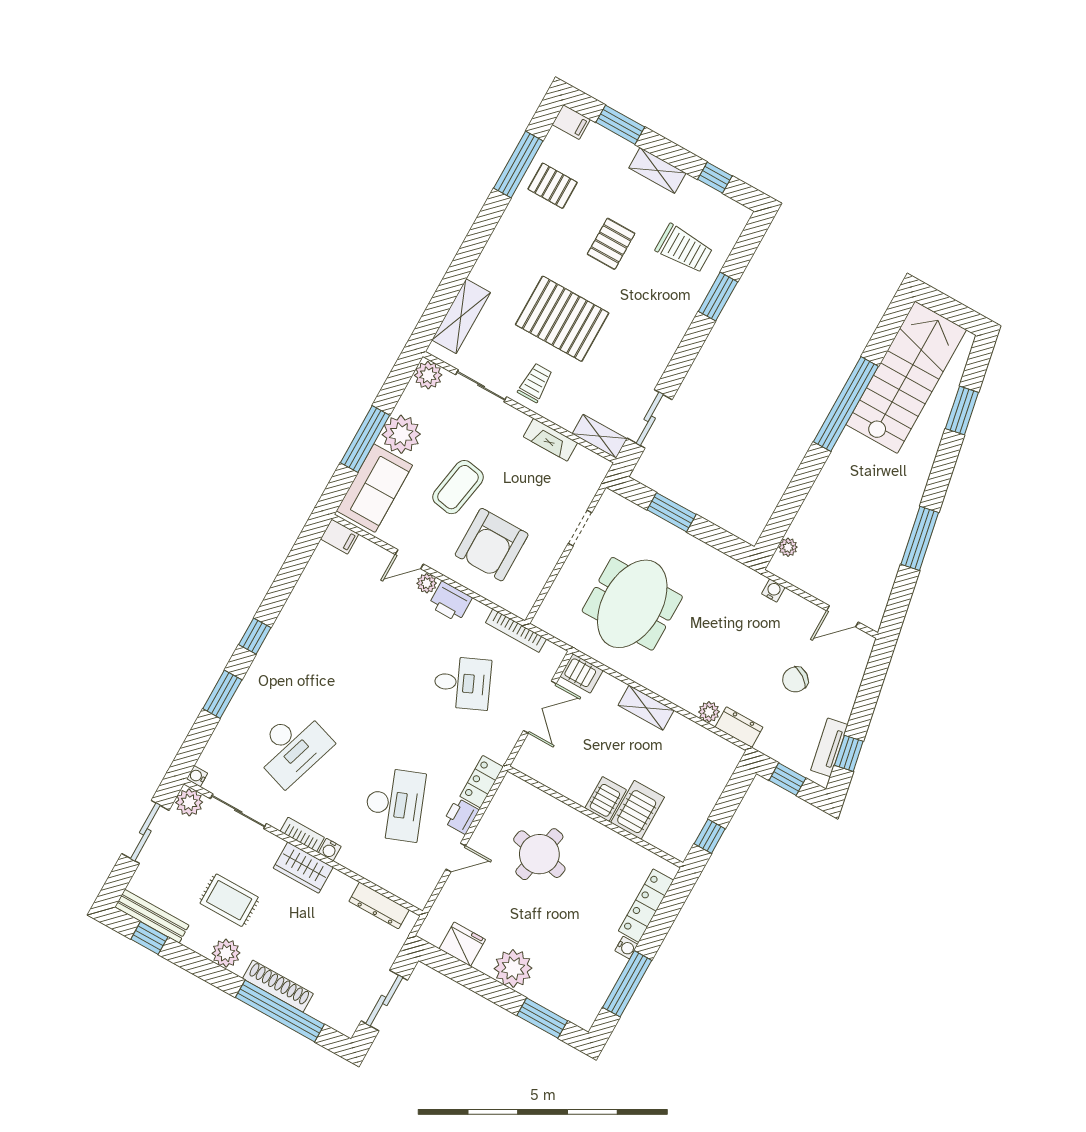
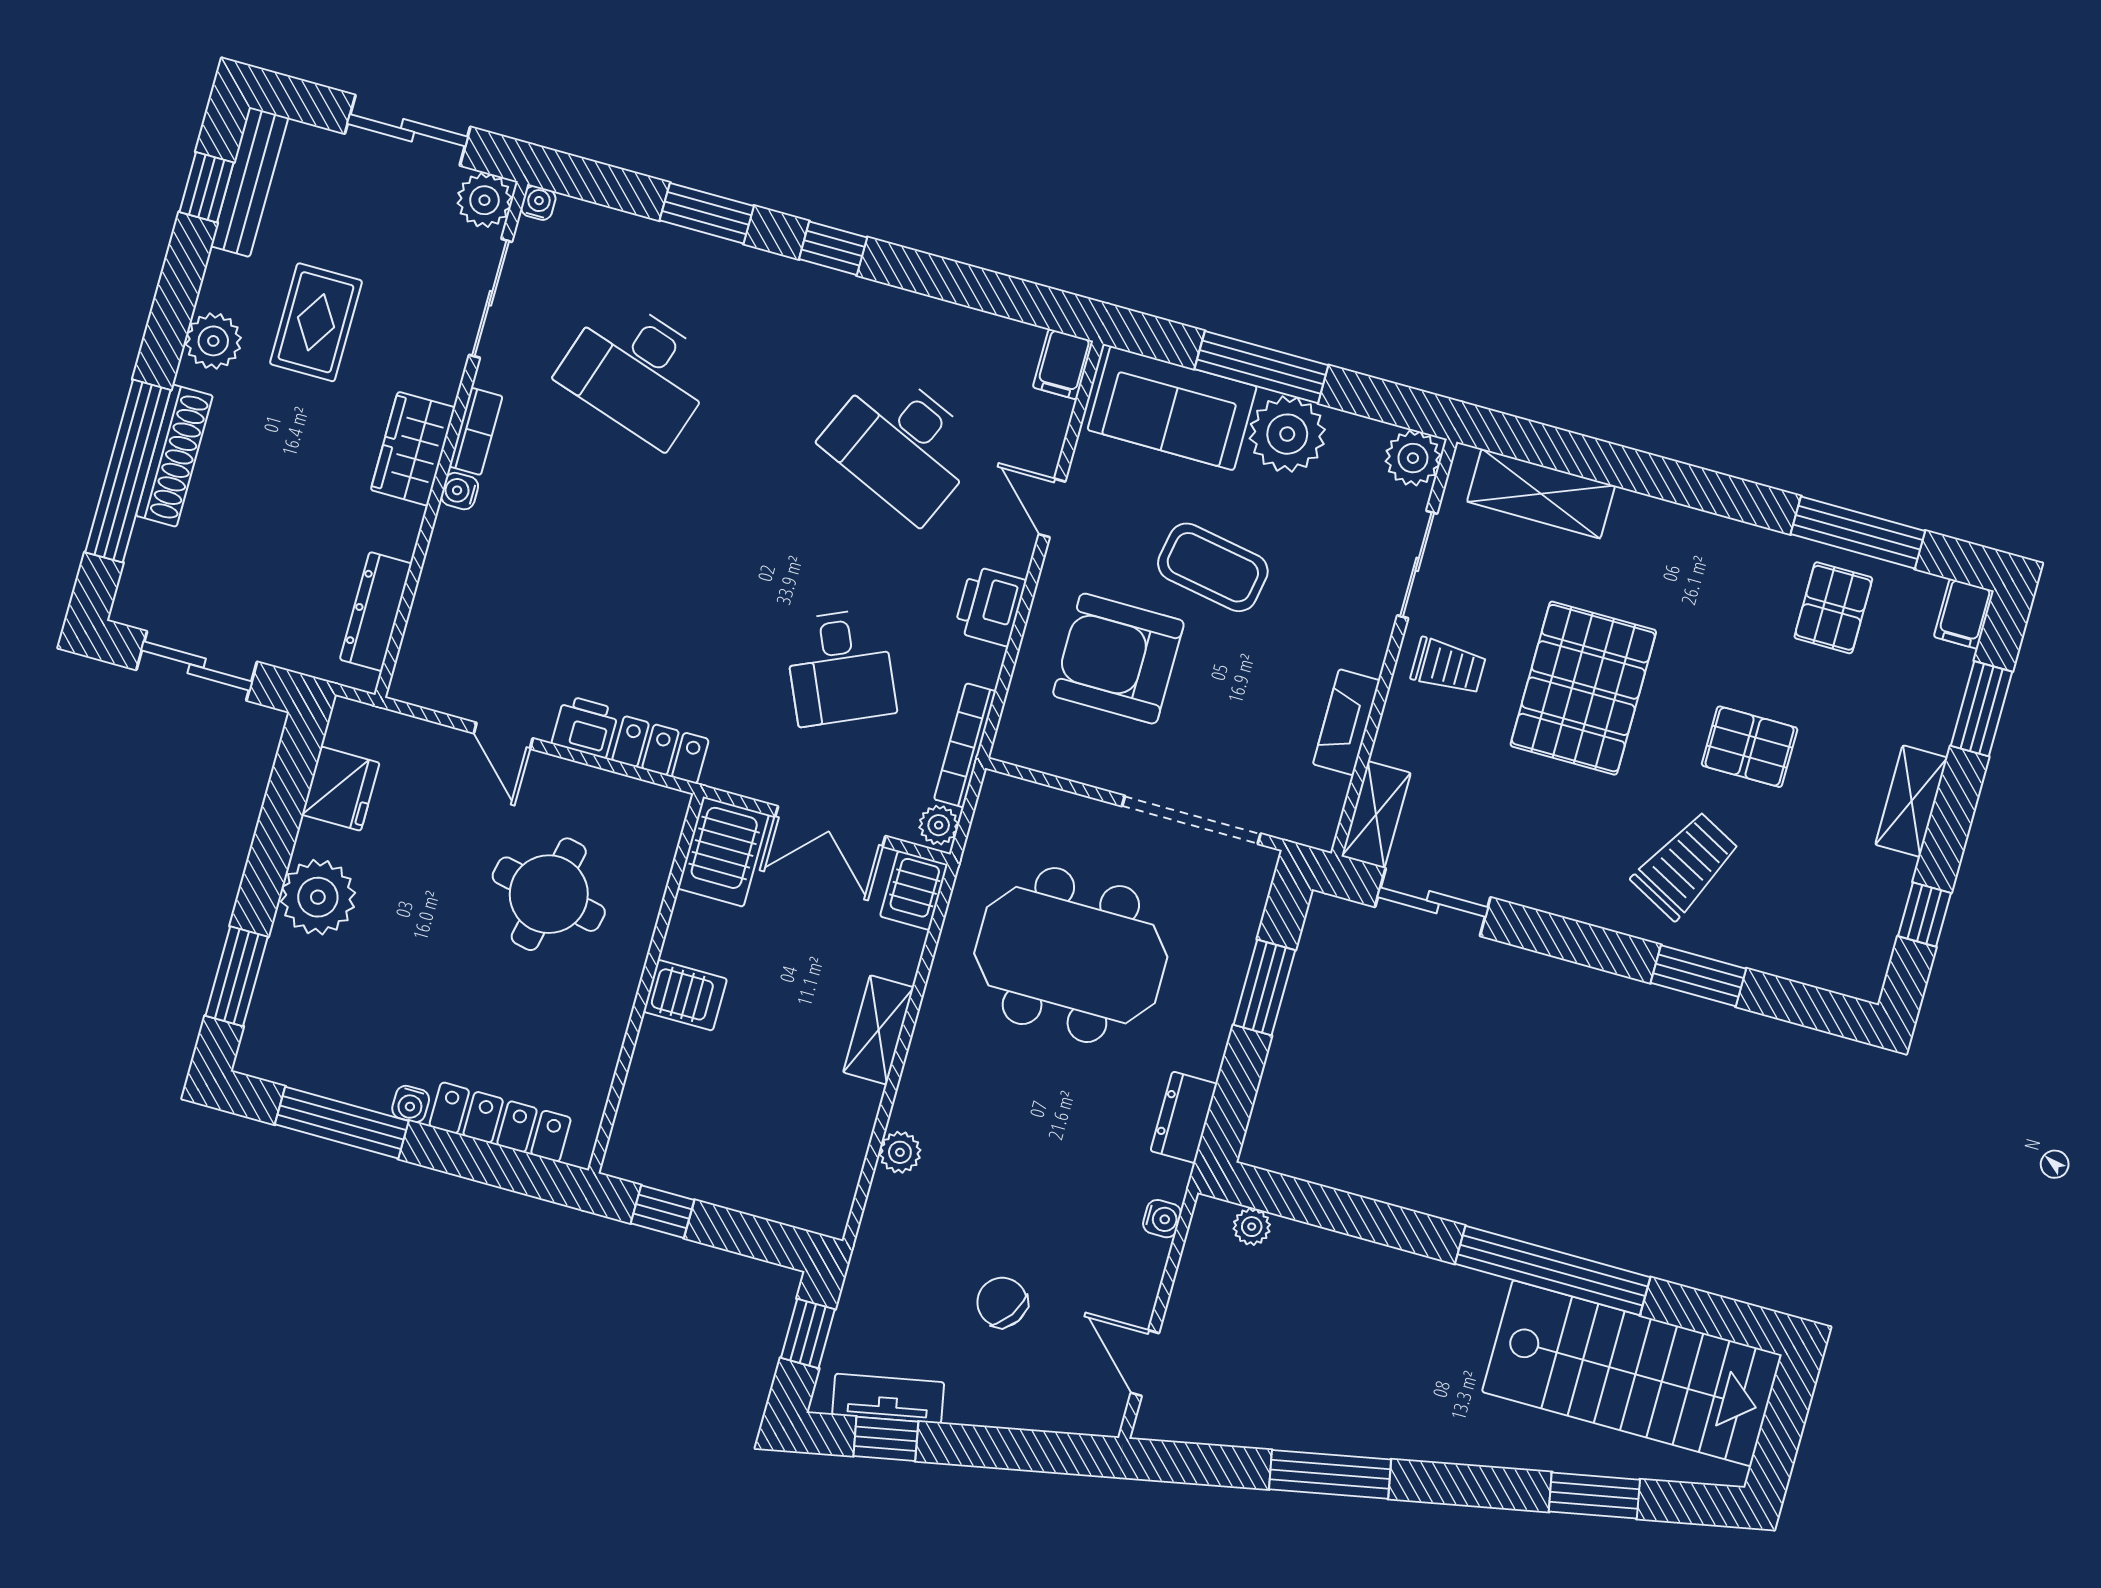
trolley: (684, 249) -> (1686, 865), moved, turned -152
doorway: (580, 528) -> (1191, 820), width x1.88
plant: (427, 583) -> (939, 825), moved
dresser: (739, 727) -> (1184, 1117), moved, turned 180
desk: (395, 804) -> (902, 445), moved, turned 45
server rack: (638, 810) -> (723, 852), moved, turned 90

